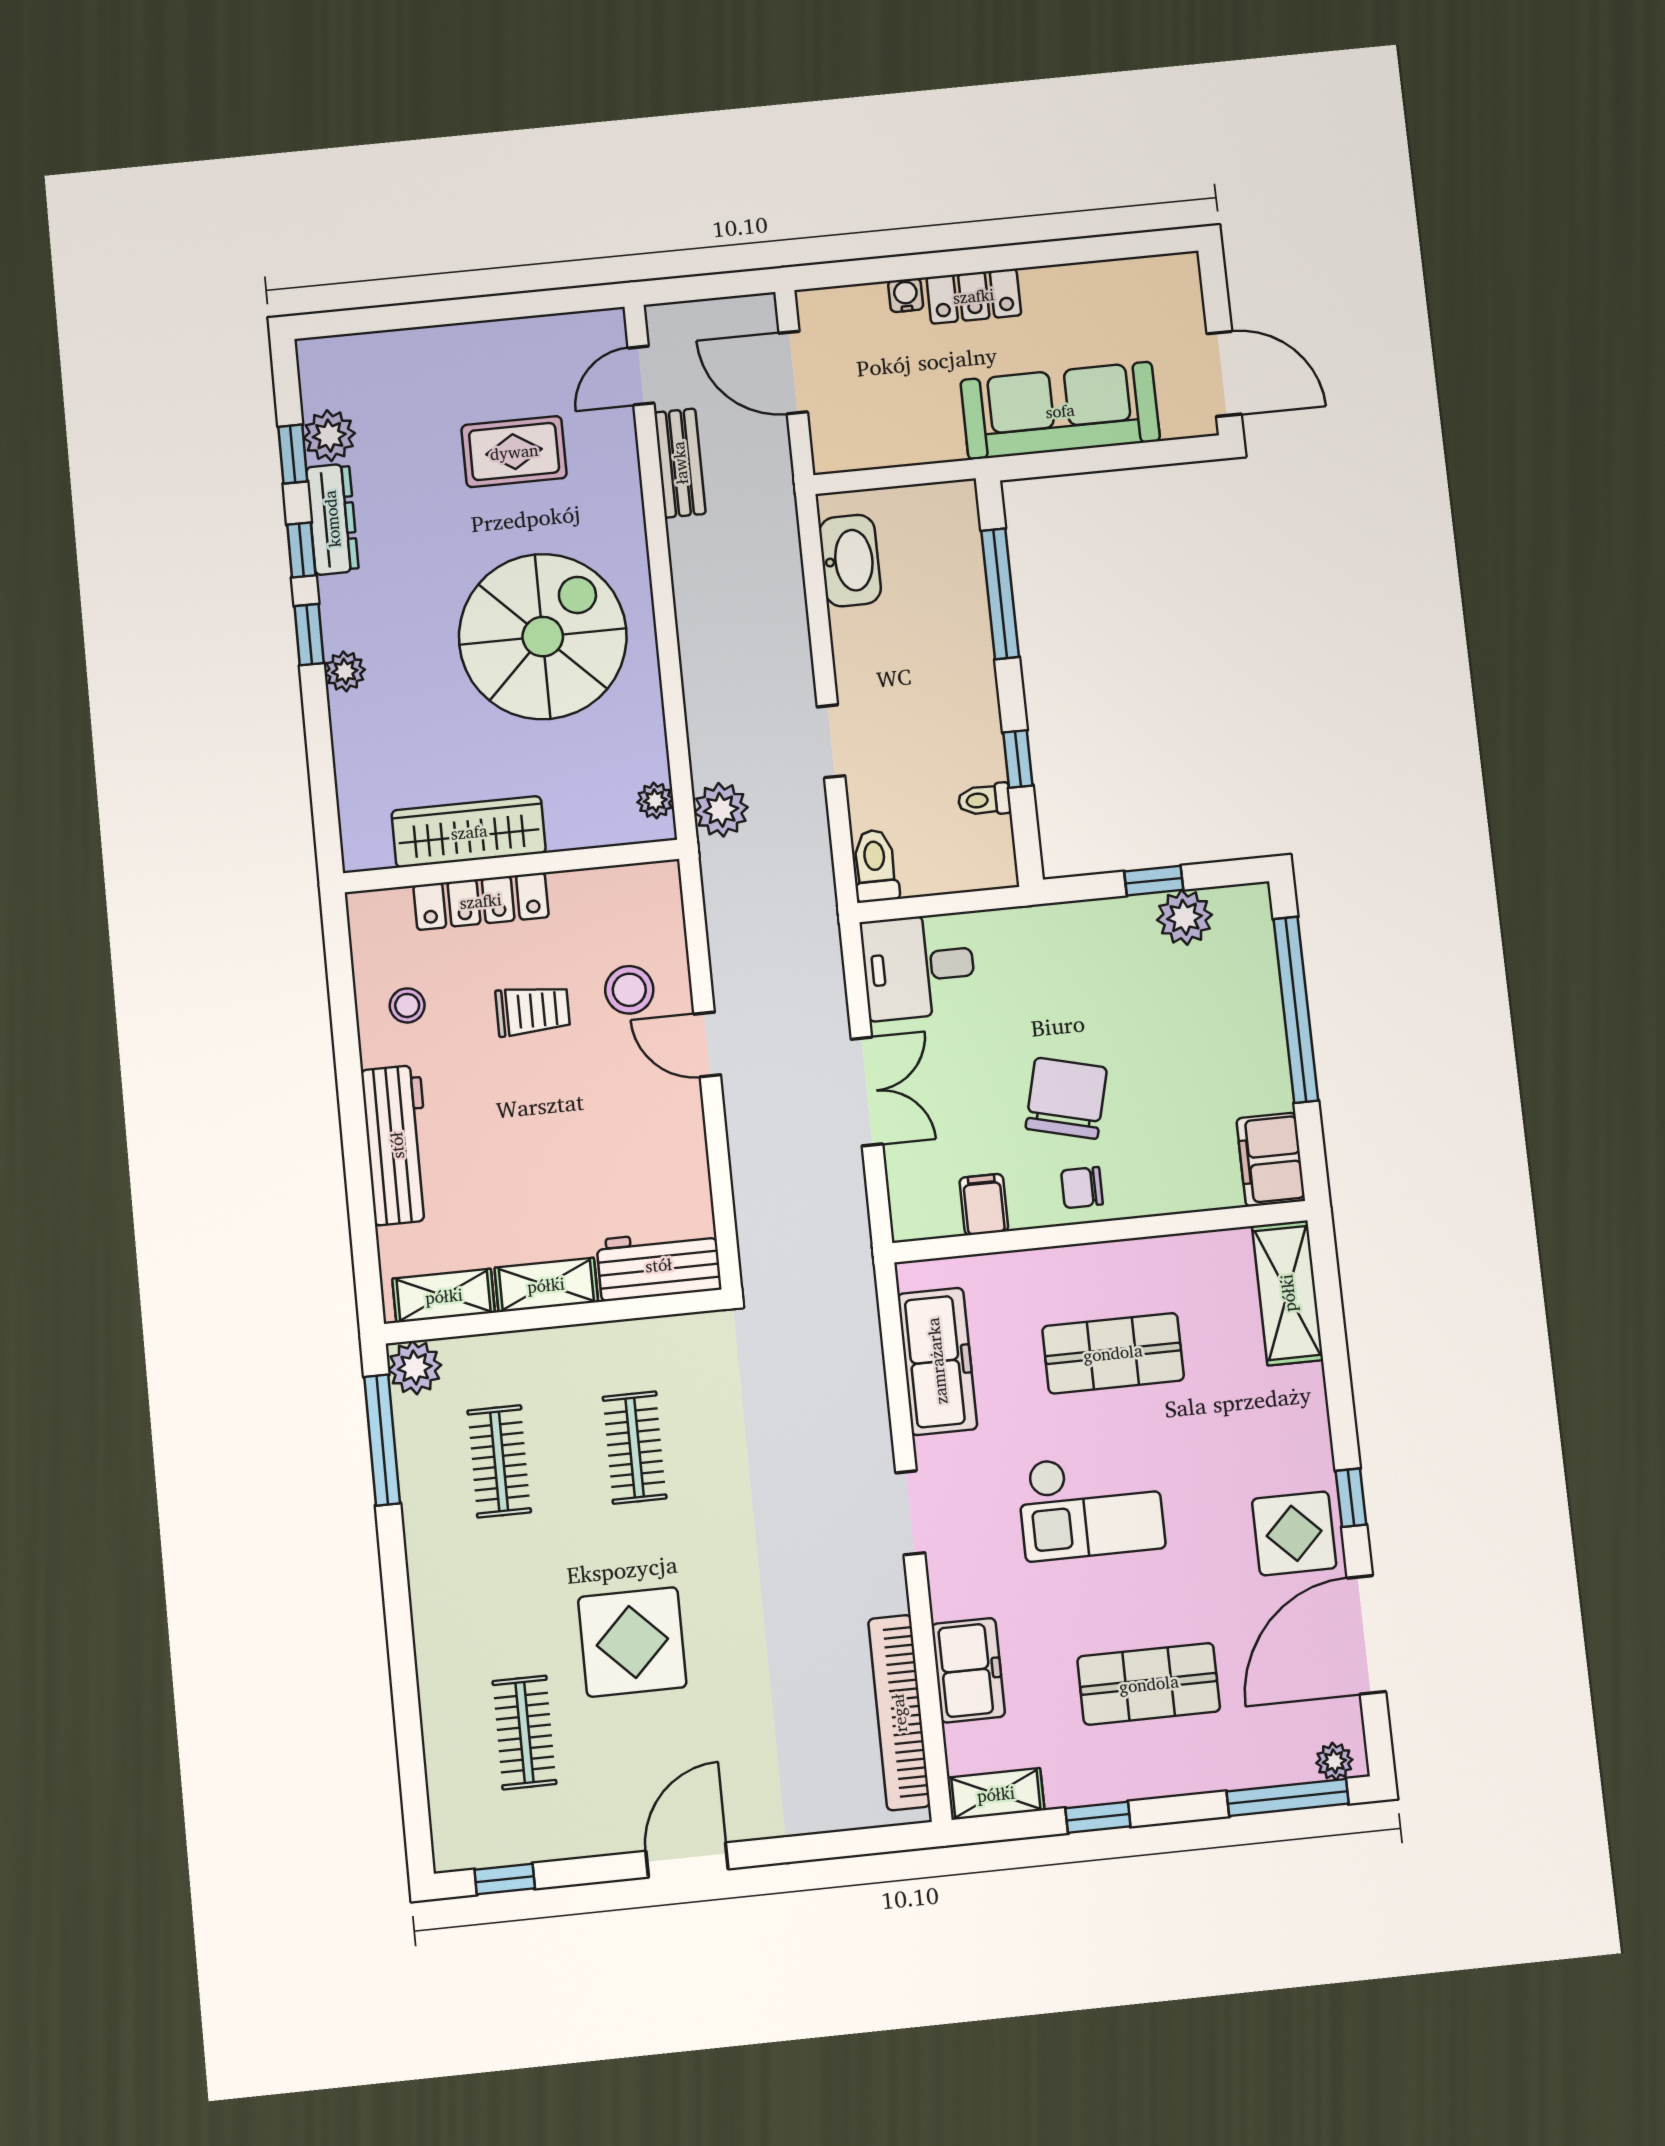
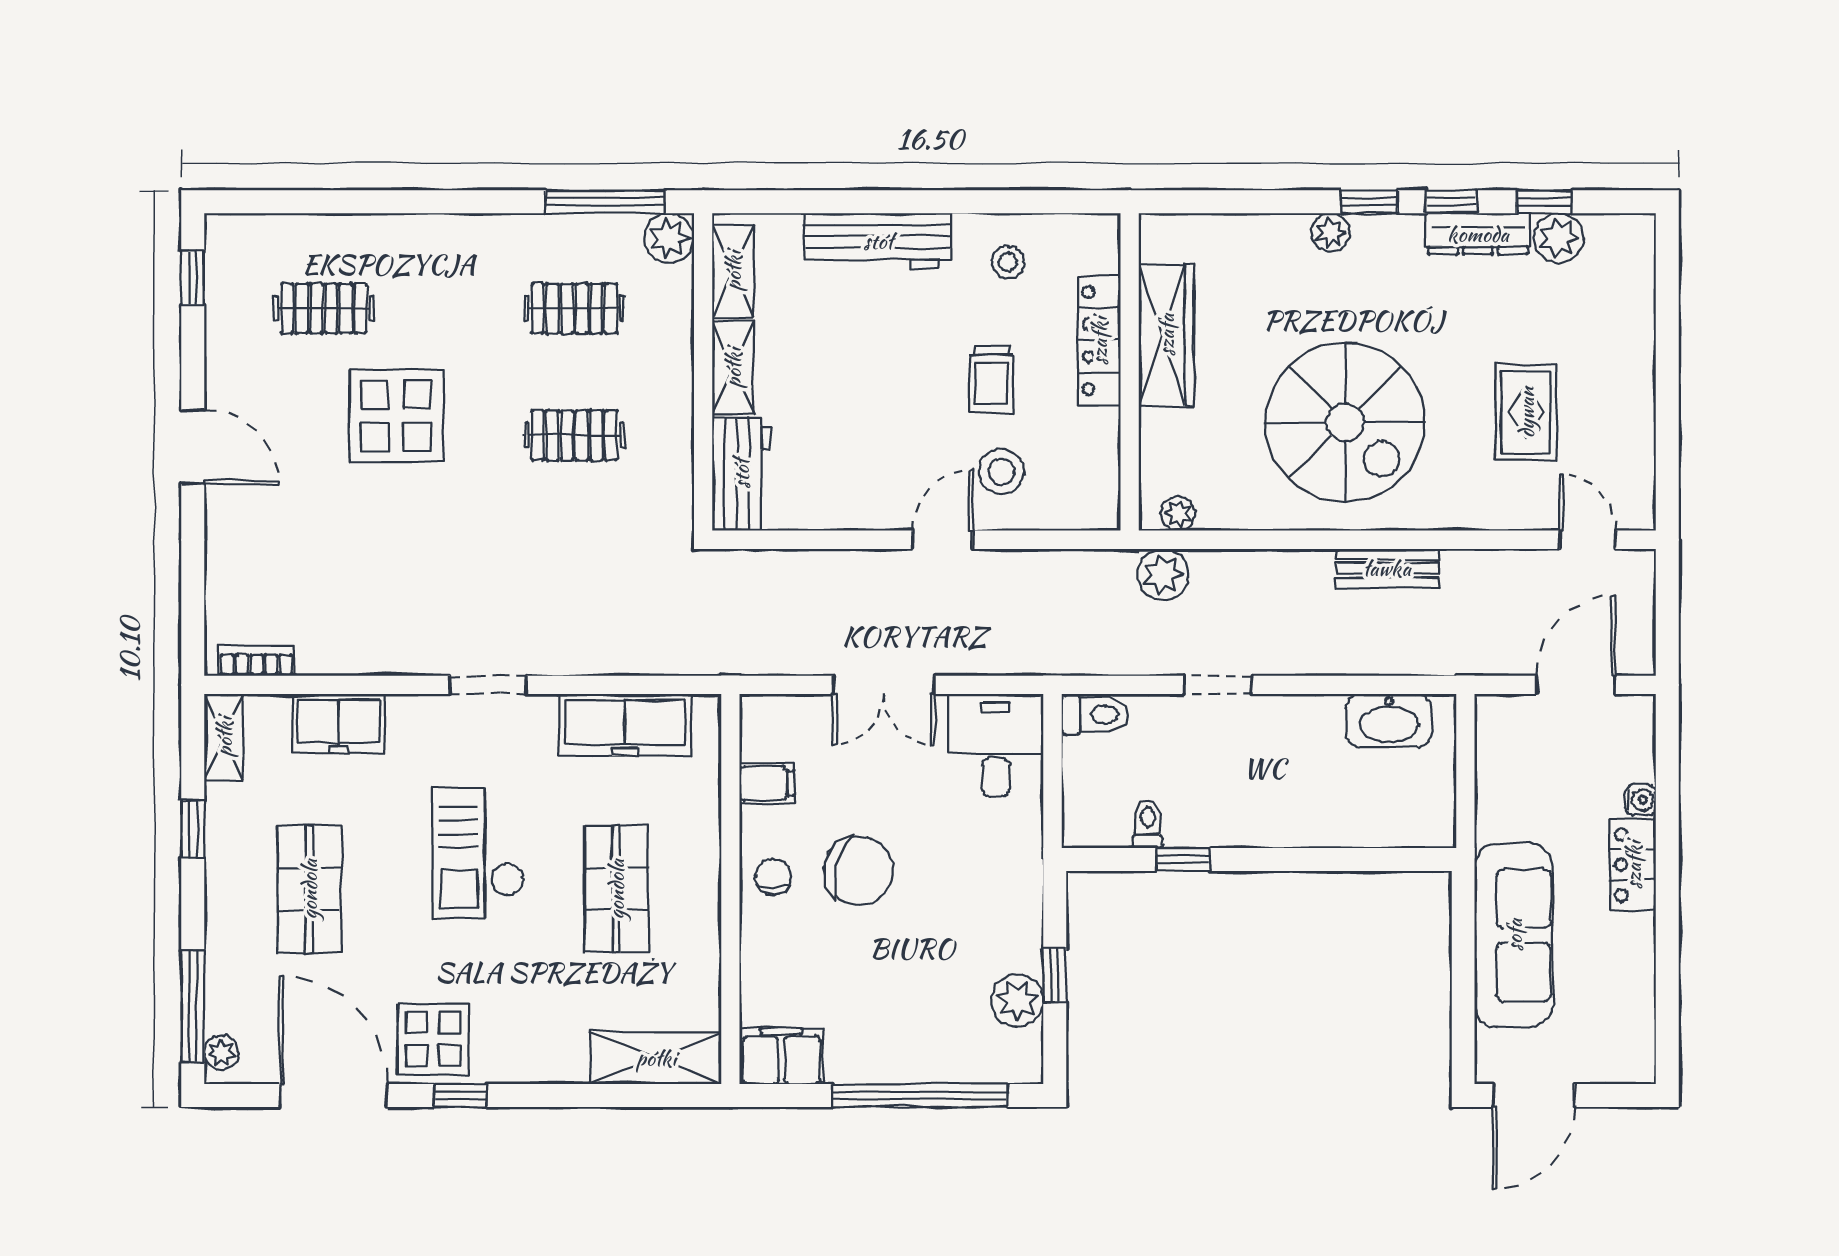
bench: (680, 463) -> (1387, 568), moved
window: (1000, 594) -> (1343, 860), removed
bookcase: (899, 1713) -> (257, 661), width x0.43, depth x0.76

